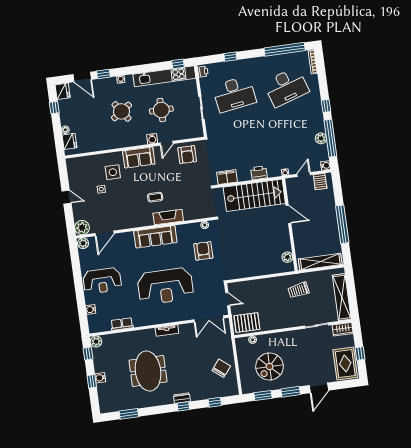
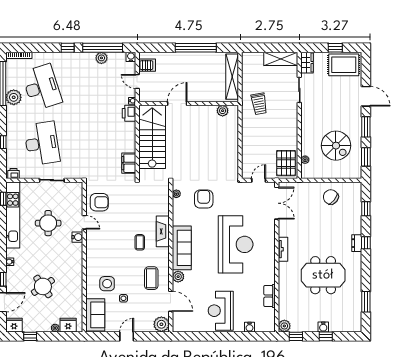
plant: (273, 62) -> (14, 97), added
round table: (122, 111) -> (43, 286), moved
sofa: (139, 158) -> (95, 315), moved
printer: (259, 173) -> (129, 113), moved
coffee table: (123, 212) -> (151, 278), added
plant: (83, 243) -> (178, 277), moved
armchair: (203, 251) -> (204, 199), turned 90
reception desk: (102, 281) -> (221, 311), turned 180
shelving: (342, 297) -> (281, 59), width x0.68

